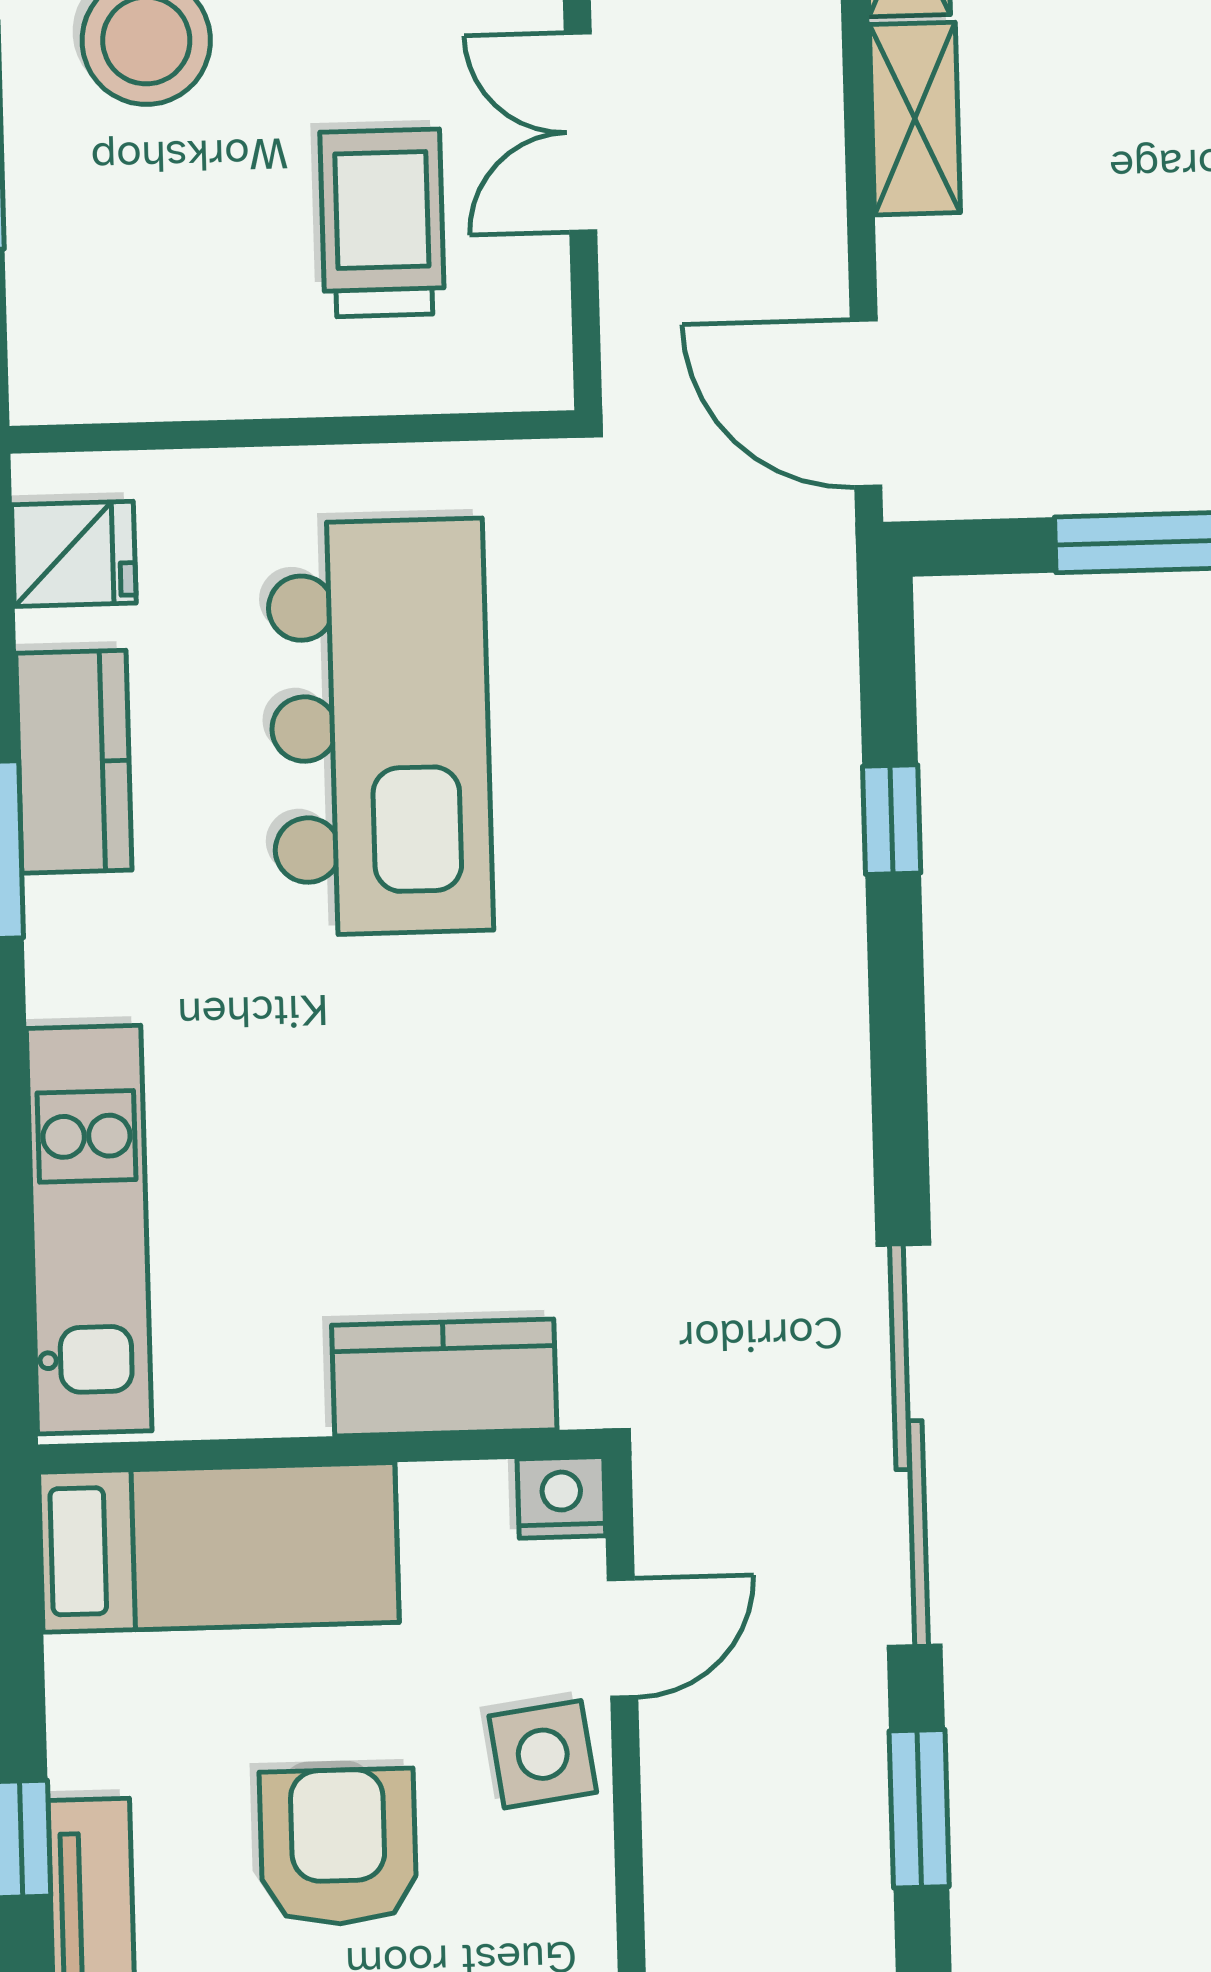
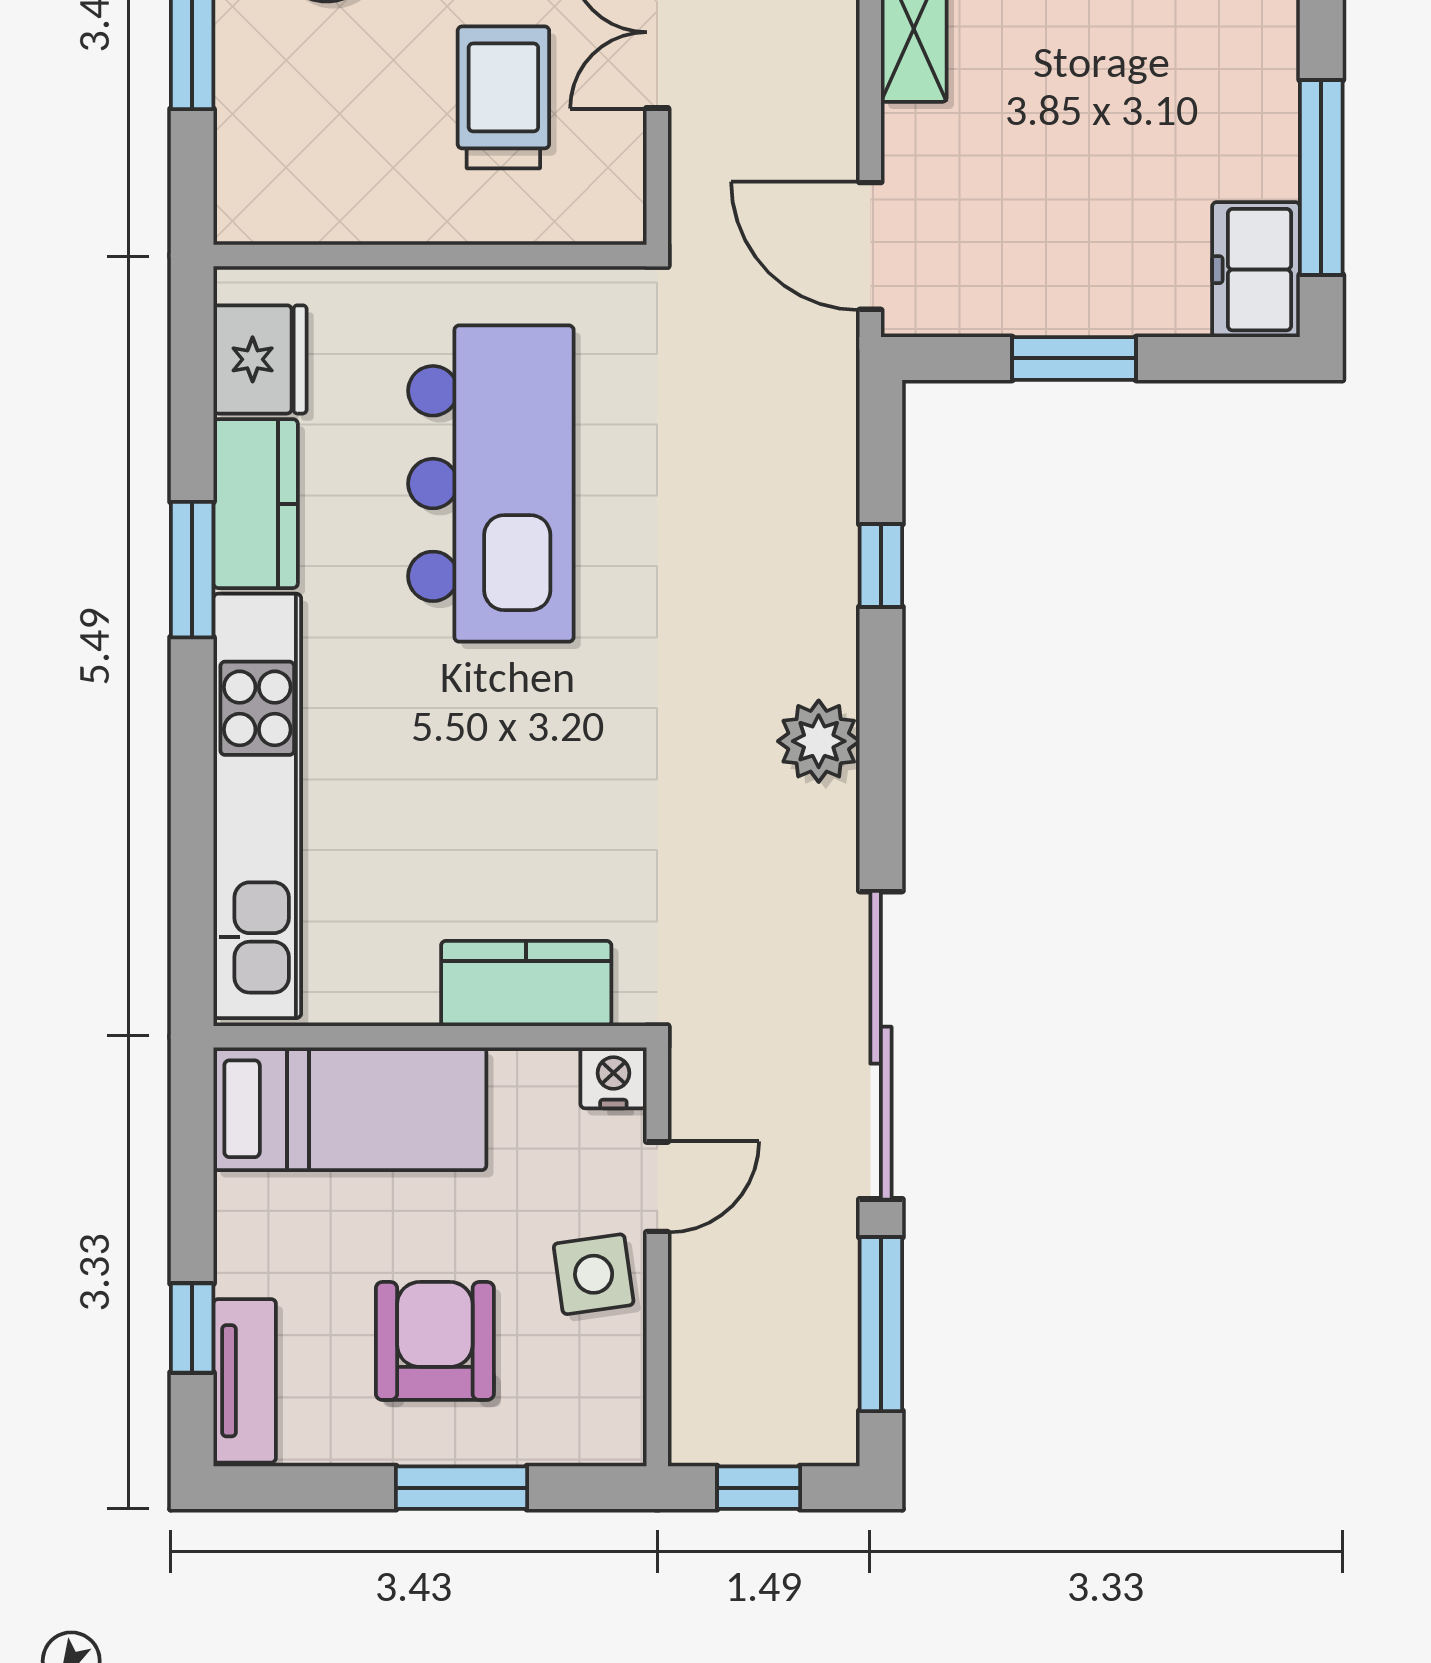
fridge: (74, 554) -> (260, 359), width x1.38
plant: (817, 1051) -> (819, 741), added
kitchen unit: (89, 1230) -> (257, 806), width x1.36
window: (919, 1809) -> (881, 1324), width x1.44

